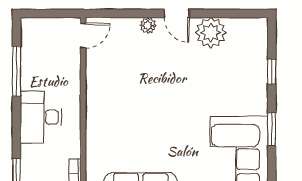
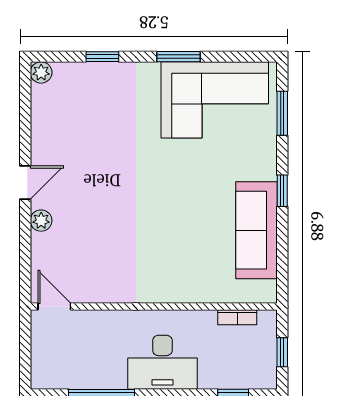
plant: (211, 33) -> (41, 72), moved, width x0.53, depth x0.53

